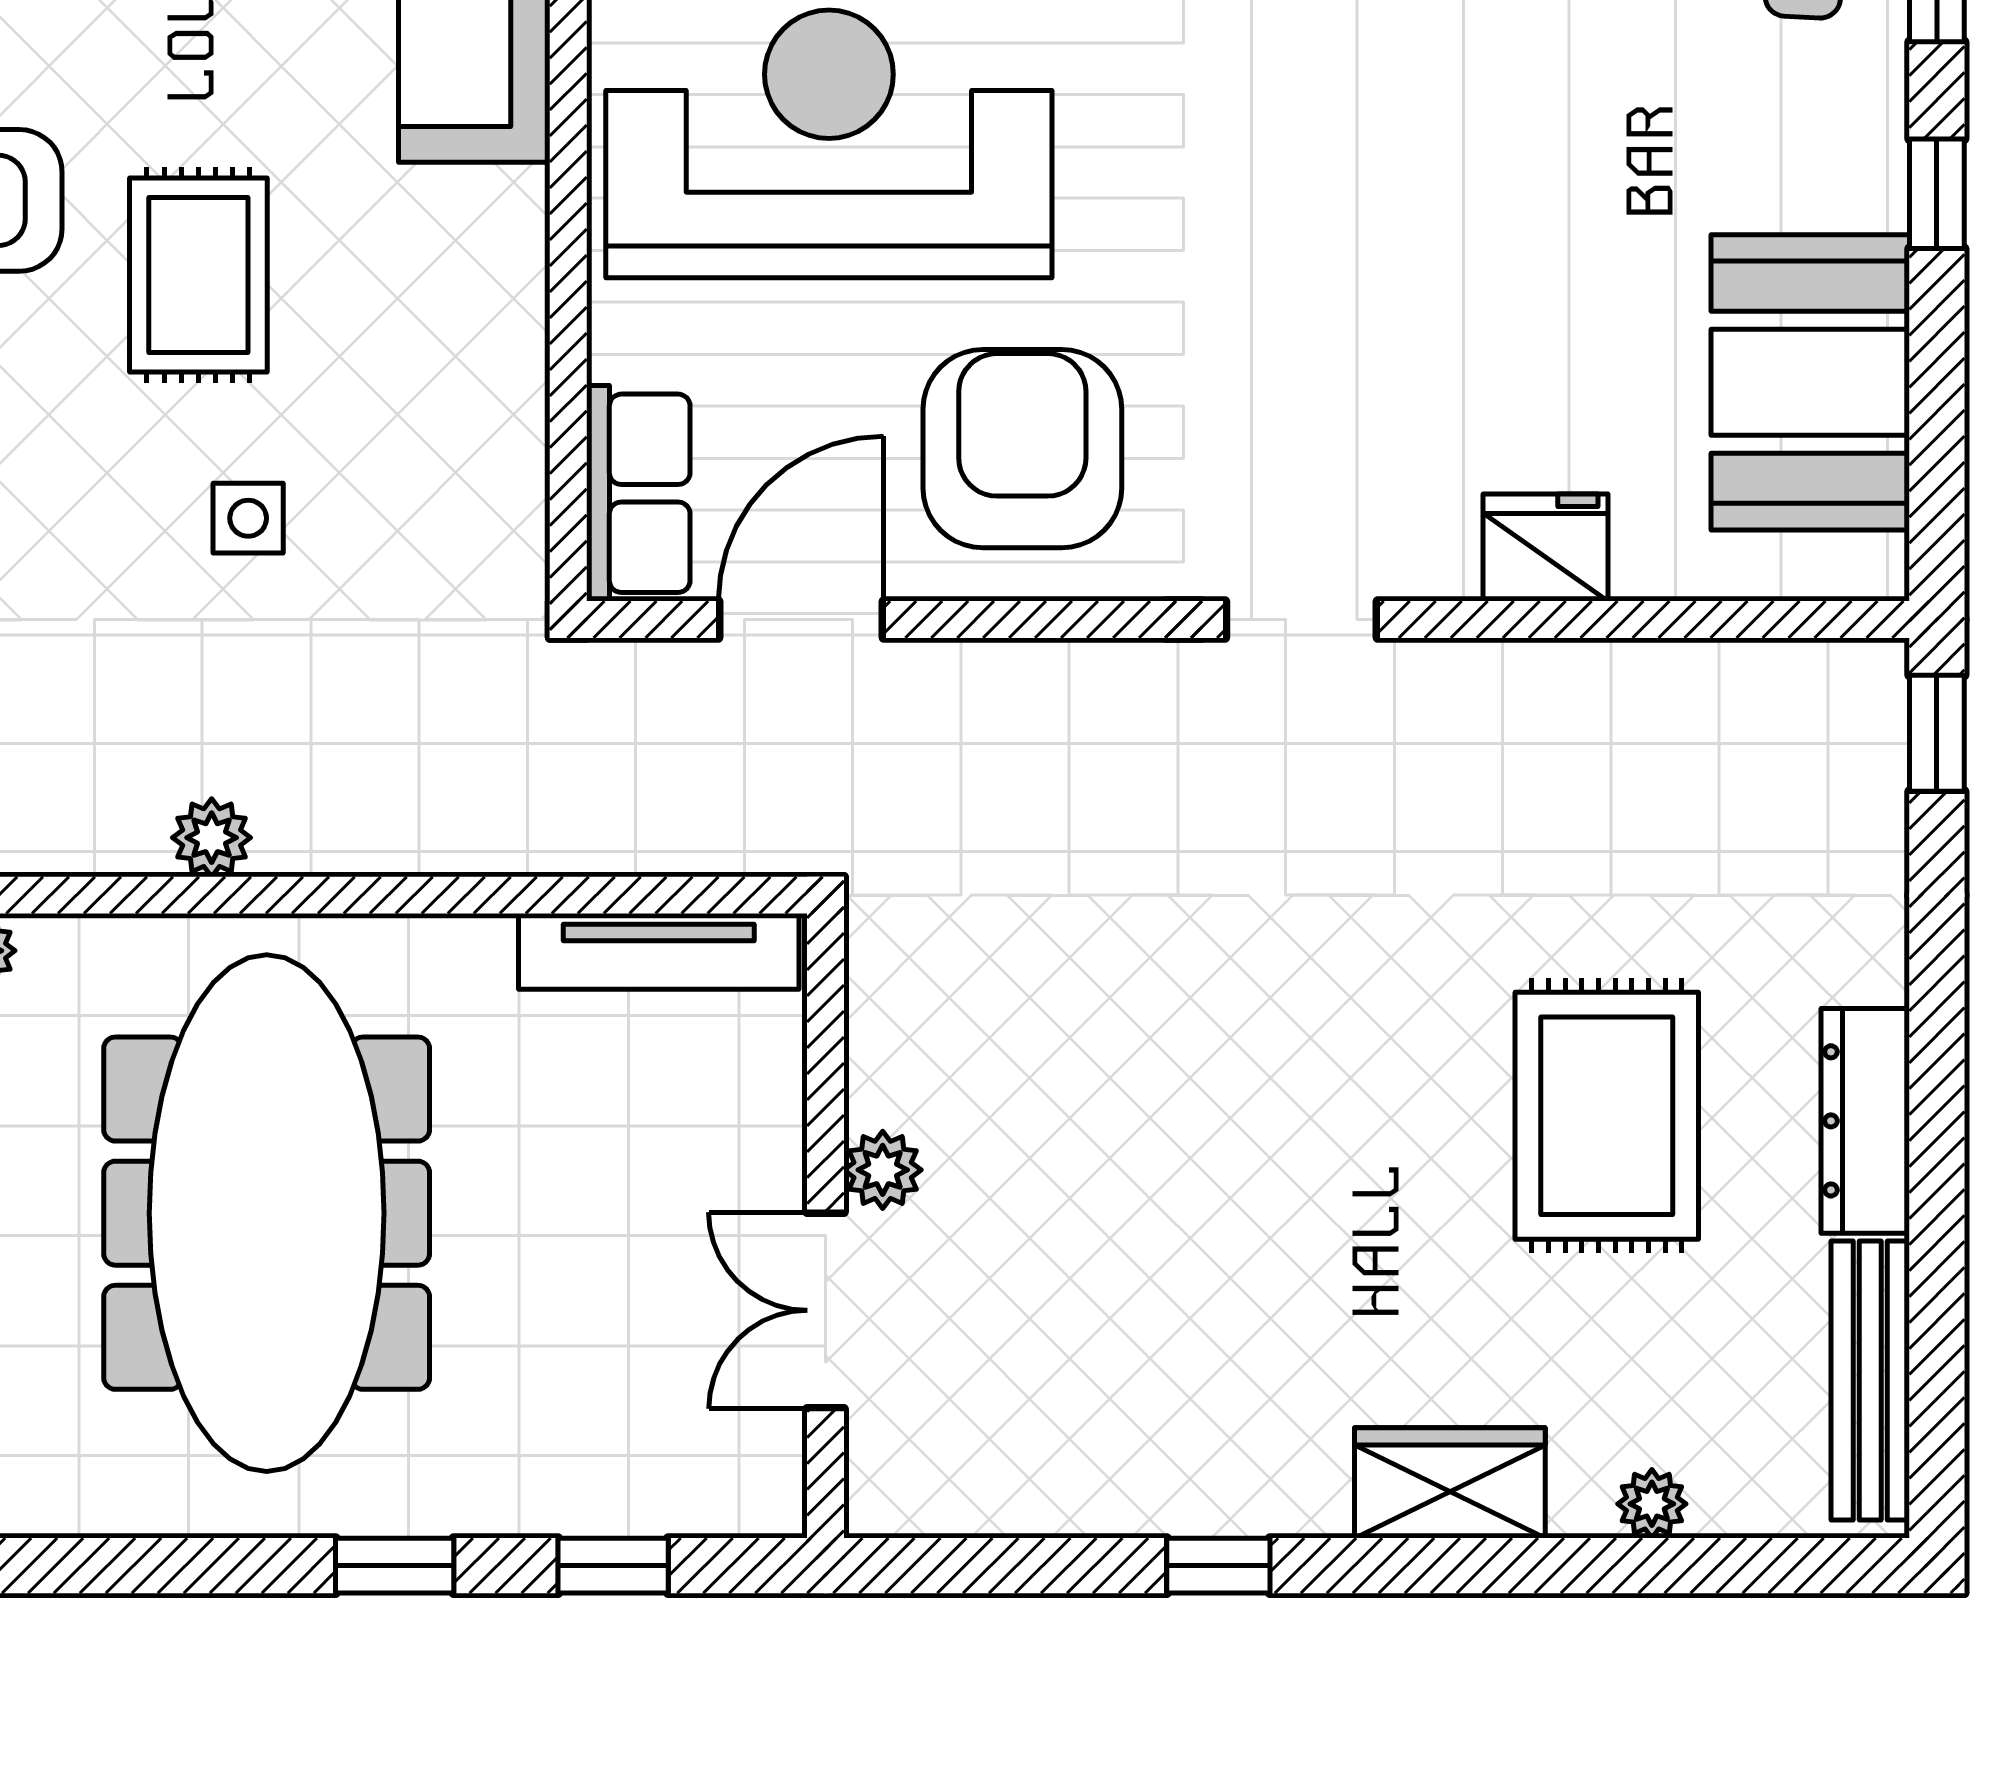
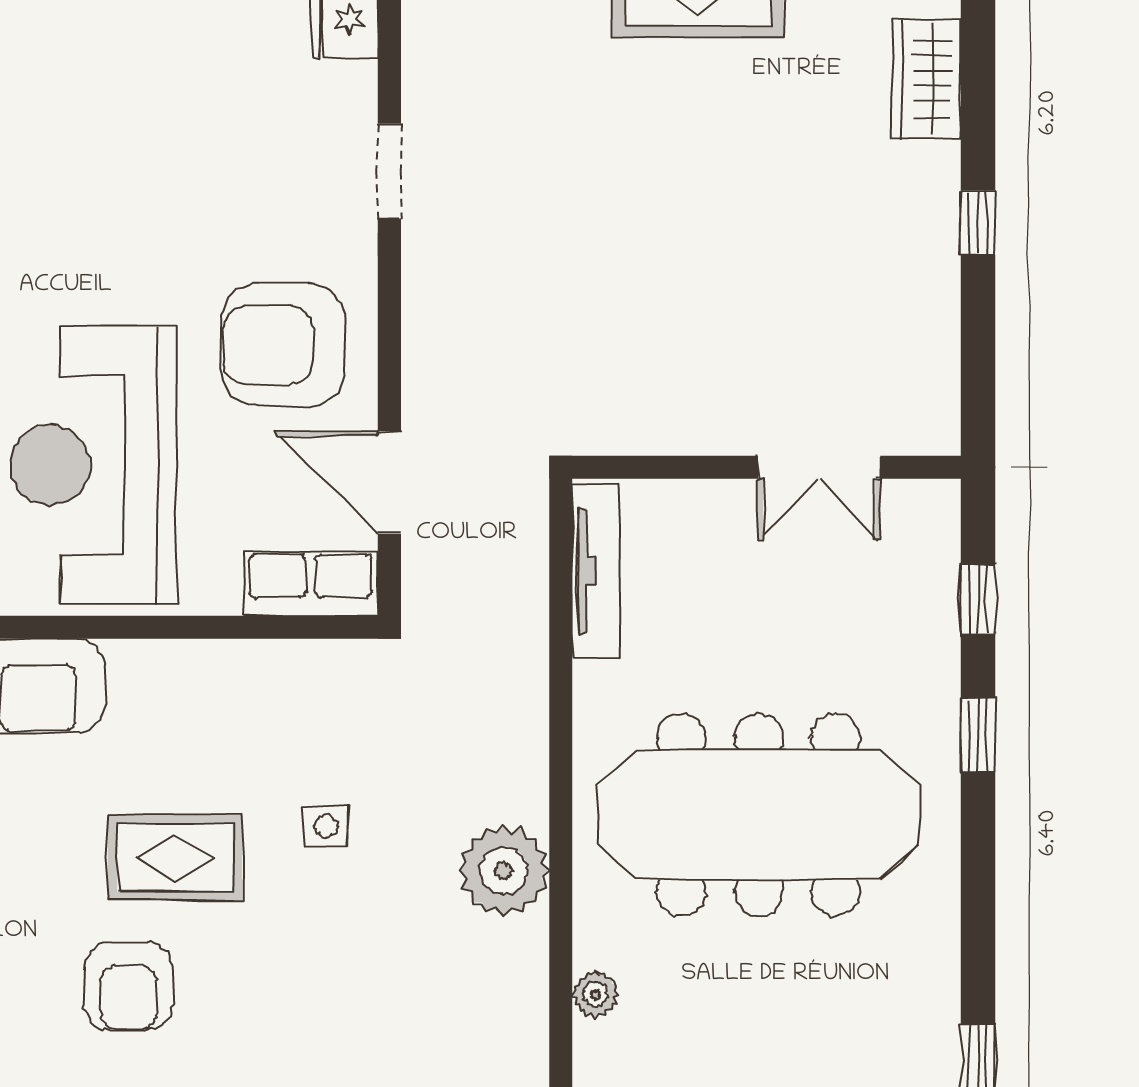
plant: (212, 838) -> (504, 870), width x1.87, depth x1.87
plant: (883, 1170) -> (732, 432), removed

